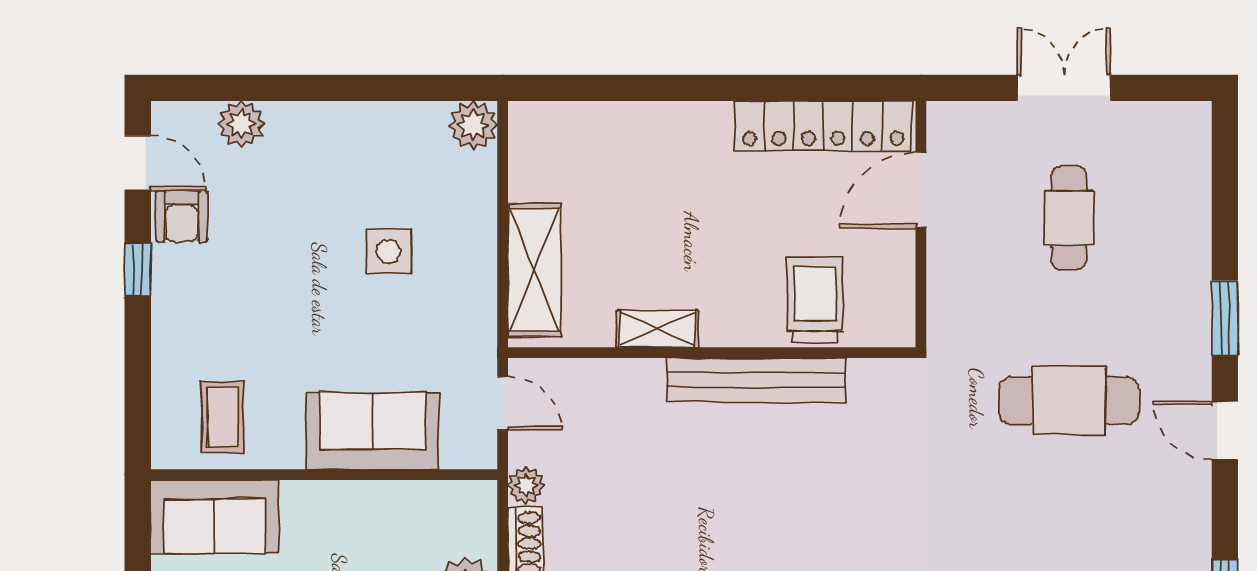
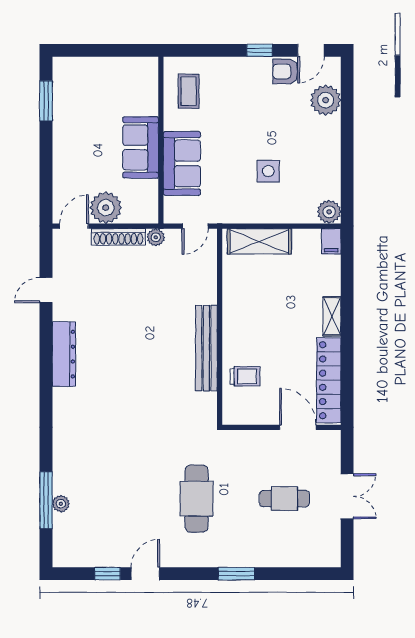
filing cabinet: (534, 121) -> (331, 241), added
plant: (241, 124) -> (326, 100), width x1.36, depth x1.36
trolley: (815, 300) -> (245, 376), width x0.73, depth x0.72
shelving: (657, 329) -> (332, 316), moved
coffee table: (223, 417) -> (189, 91), turned 90
door: (1225, 430) -> (145, 574), moved
sofa: (215, 517) -> (141, 147), moved

